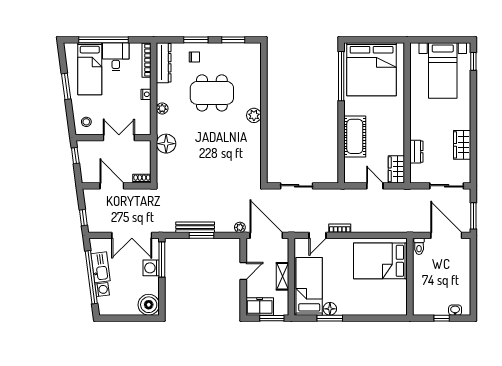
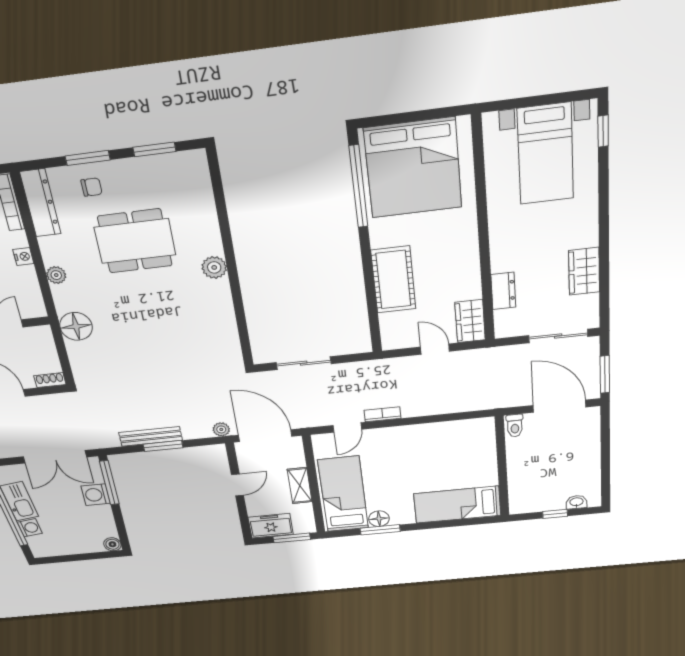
bed: (380, 261) -> (457, 505), moved, width x0.67
boiler: (149, 305) -> (112, 544), width x0.54, depth x0.54

